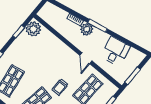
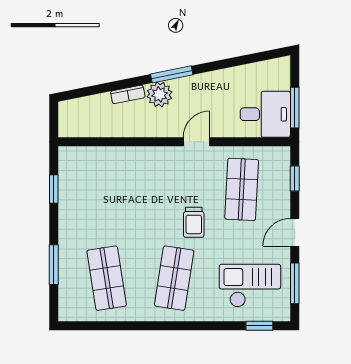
plant: (33, 29) -> (74, 165), removed
desk: (115, 51) -> (265, 114), moved, turned 101
door: (86, 58) -> (197, 142), swing flipped

